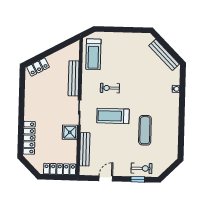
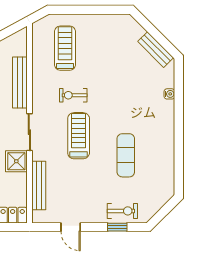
treadmill: (93, 54) -> (65, 48), moved, turned 180
bench: (164, 55) -> (156, 50), width x0.73
treadmill: (113, 116) -> (79, 136), turned 90
door: (106, 178) -> (71, 227), swing flipped

